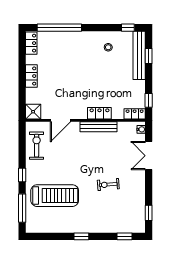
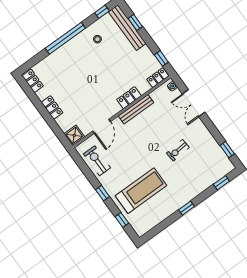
window: (59, 28) -> (65, 38), moved
window: (22, 208) -> (122, 220), width x0.46

